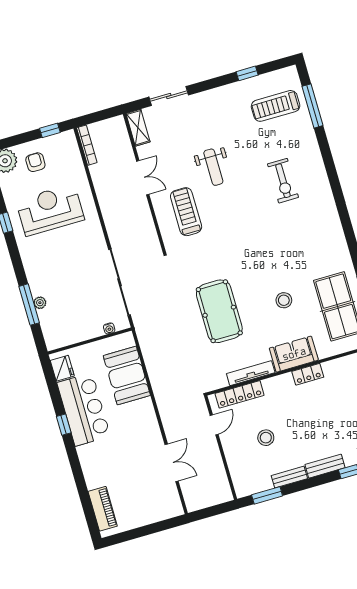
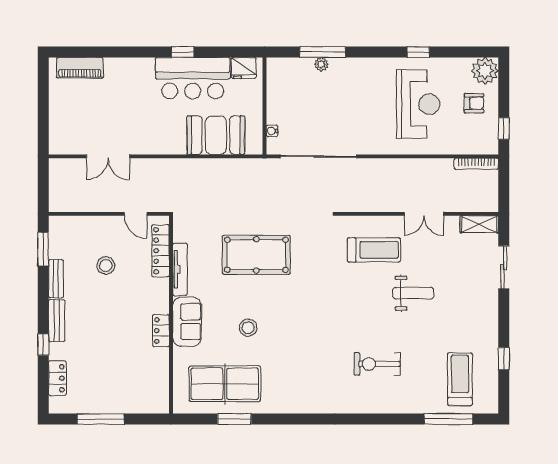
weight bench: (213, 167) -> (413, 293), turned 180

